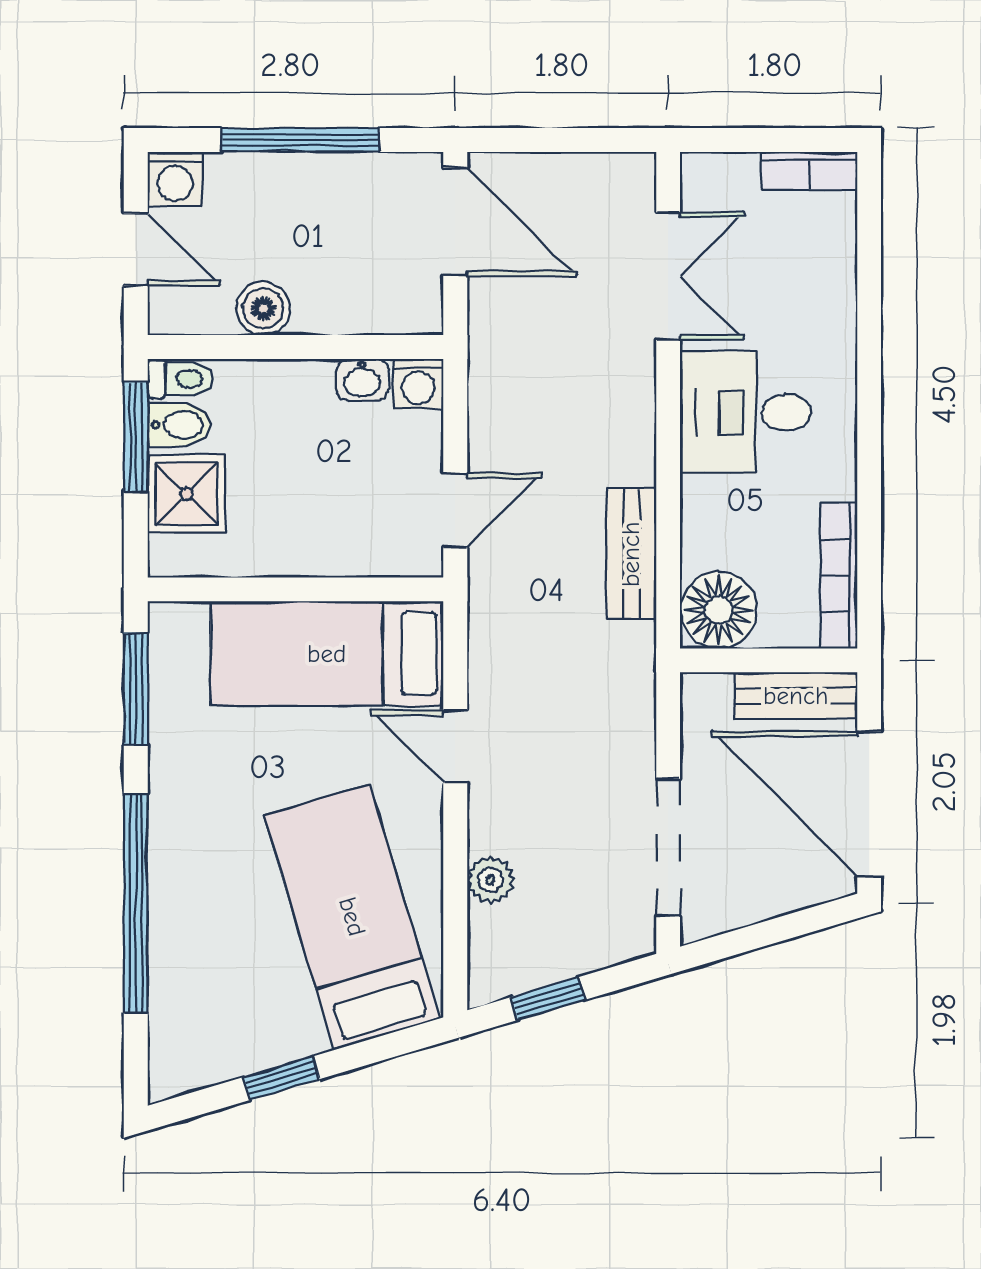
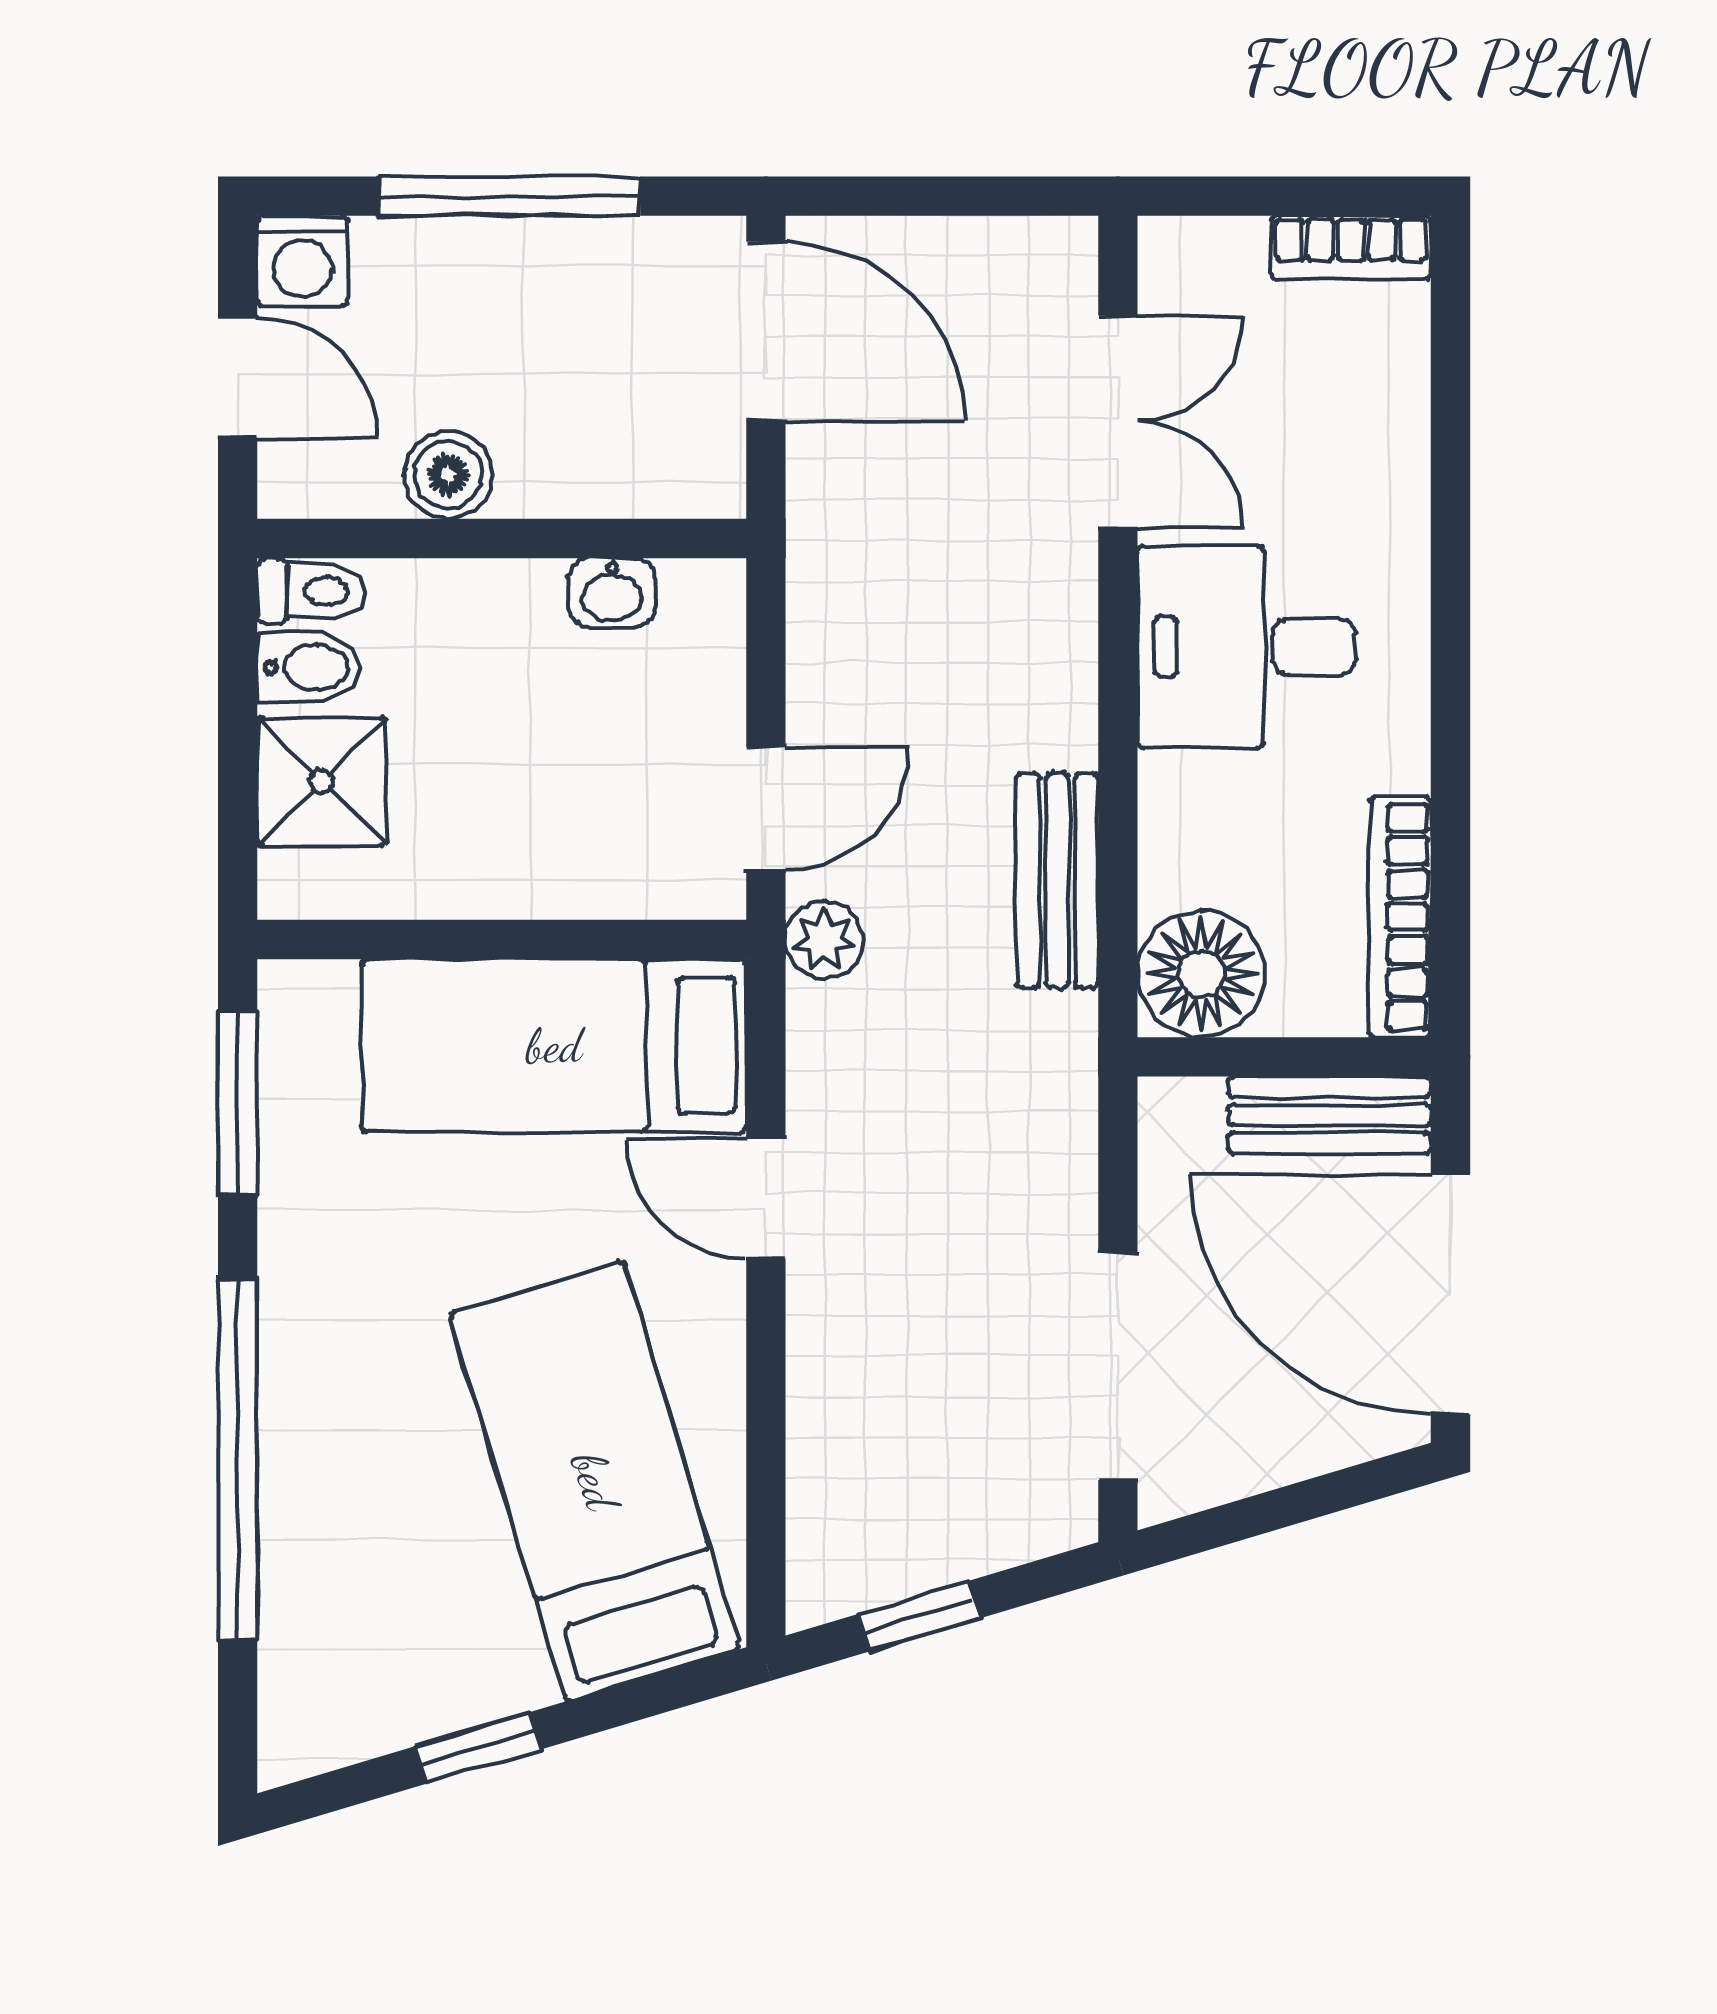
washing machine: (418, 384) -> (705, 600), removed
window: (136, 437) -> (238, 688), removed
plant: (490, 880) -> (824, 940), moved

